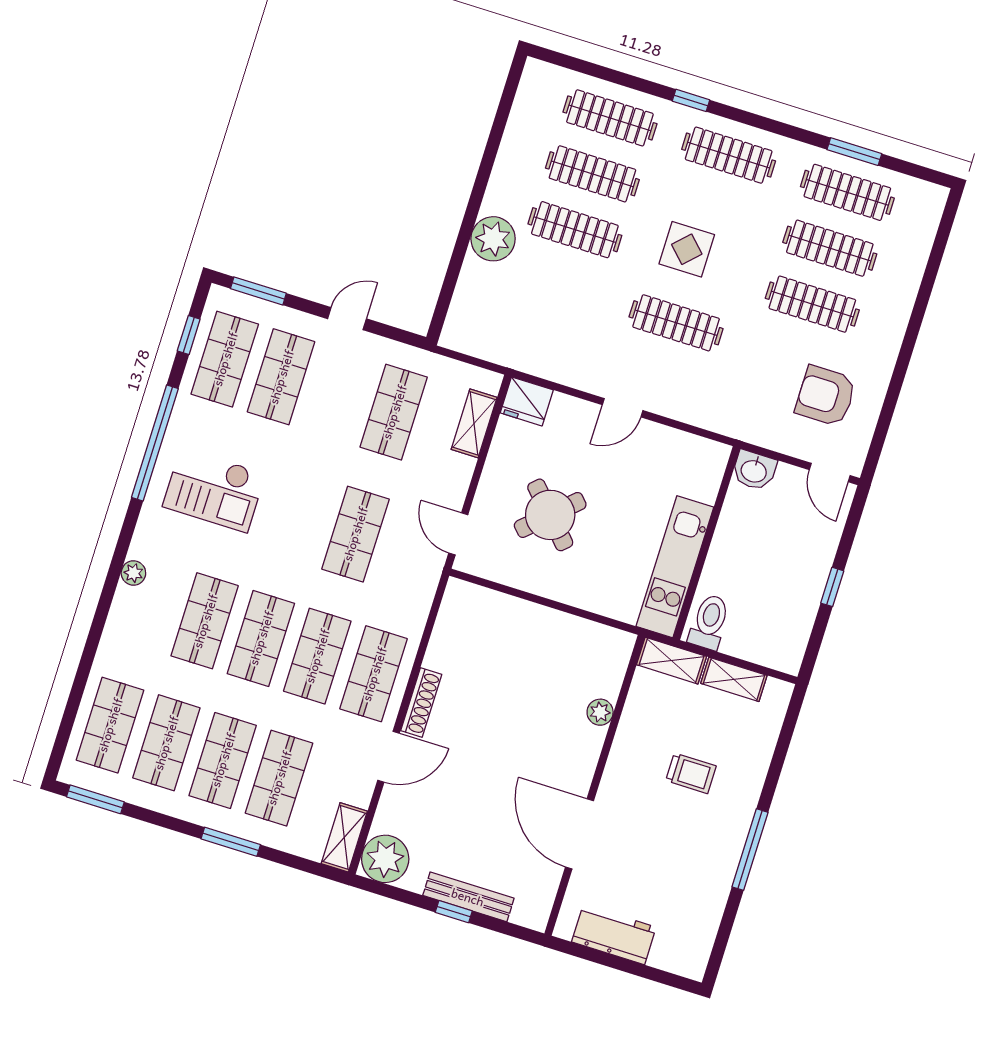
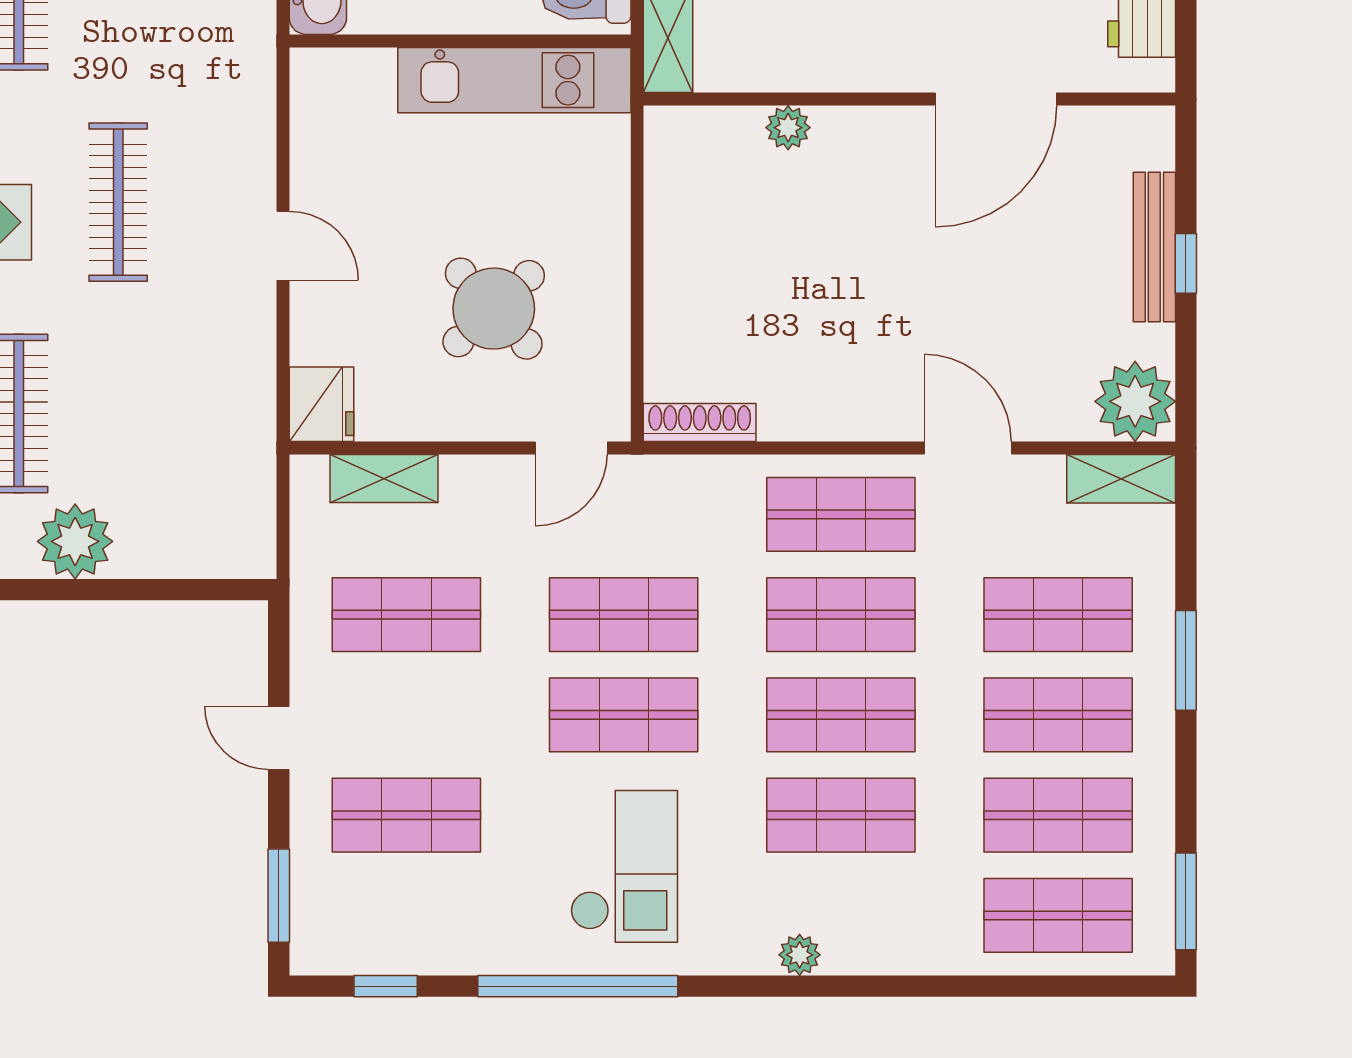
shop shelf: (225, 359) -> (624, 715), moved
shoe rack: (421, 703) -> (700, 423), moved

